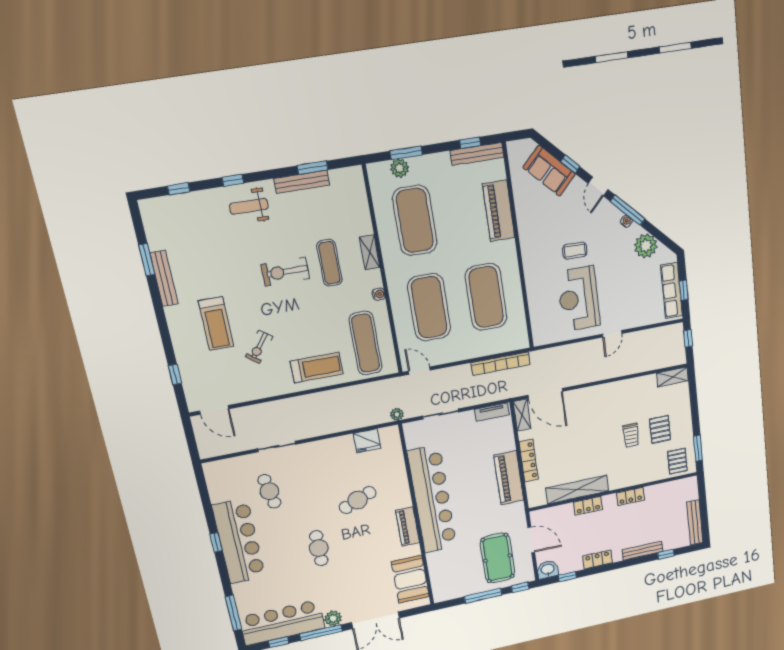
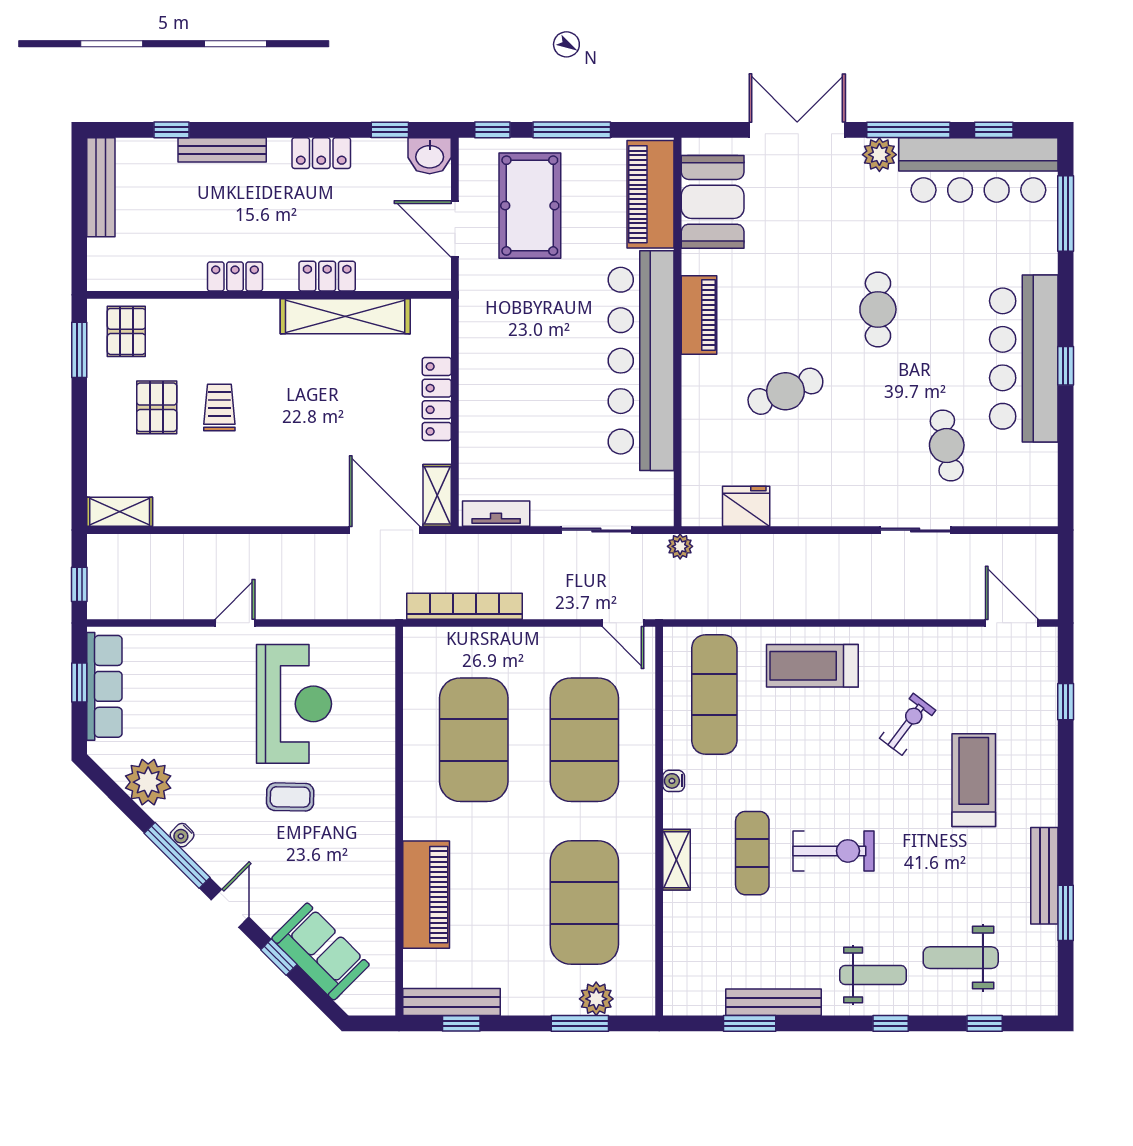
weight bench: (201, 224) -> (961, 958), added
piano: (509, 478) -> (651, 194), moved, turned 180

